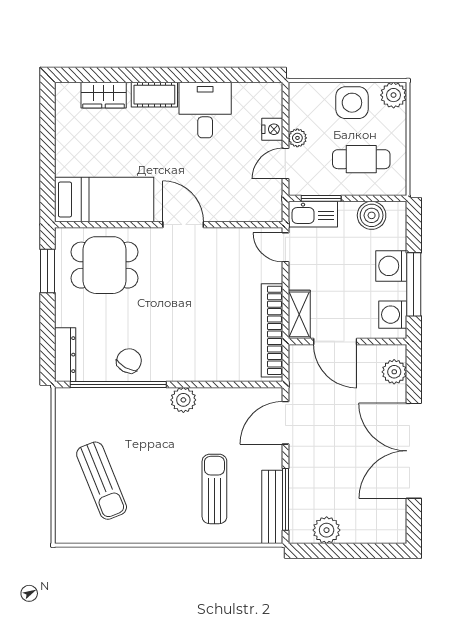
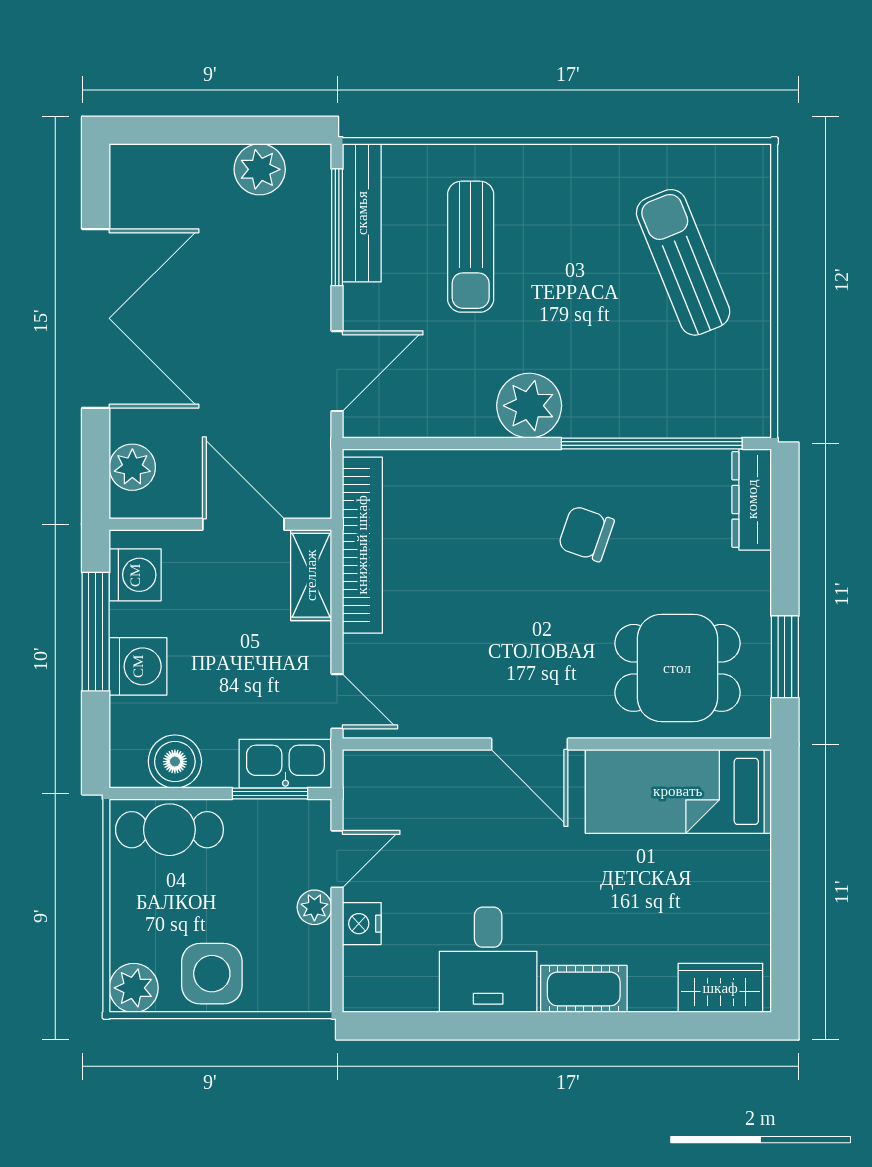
wardrobe: (104, 95) -> (720, 988), moved
cafe table: (361, 159) -> (169, 830), moved
chair: (129, 361) -> (586, 534), moved, turned 80
plant: (183, 400) -> (529, 406), width x1.36, depth x1.36

